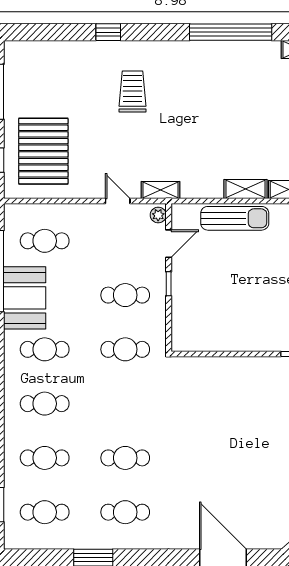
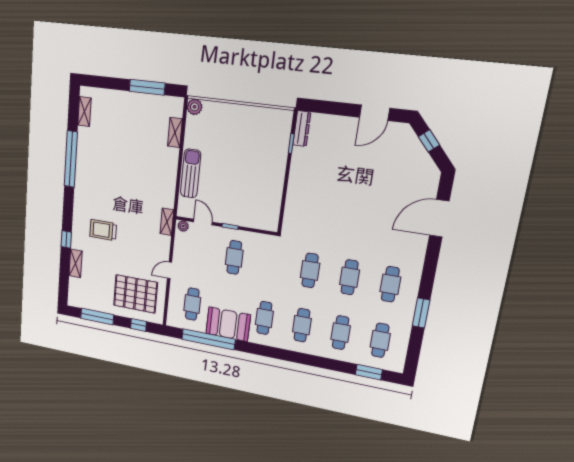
shelving: (246, 189) -> (75, 263), moved
door: (118, 201) -> (170, 270), moved
cafe table: (125, 349) -> (310, 270), moved

